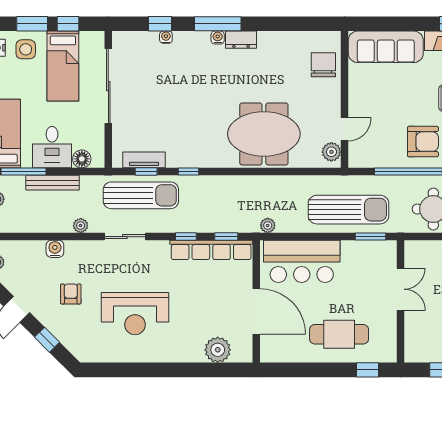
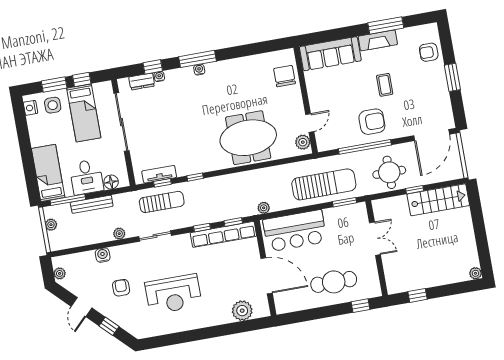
dresser: (241, 40) -> (142, 82), moved
sun lounger: (141, 195) -> (162, 202), width x0.73, depth x0.75

